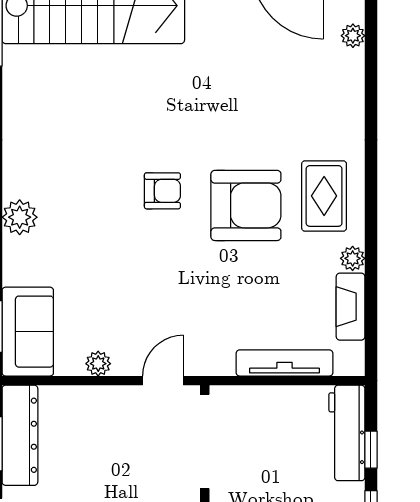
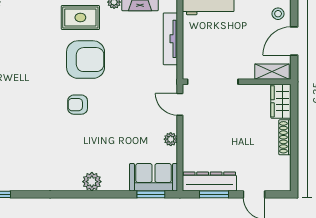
armchair: (162, 191) -> (78, 105), turned -90
armchair: (246, 205) -> (86, 60), turned 90

